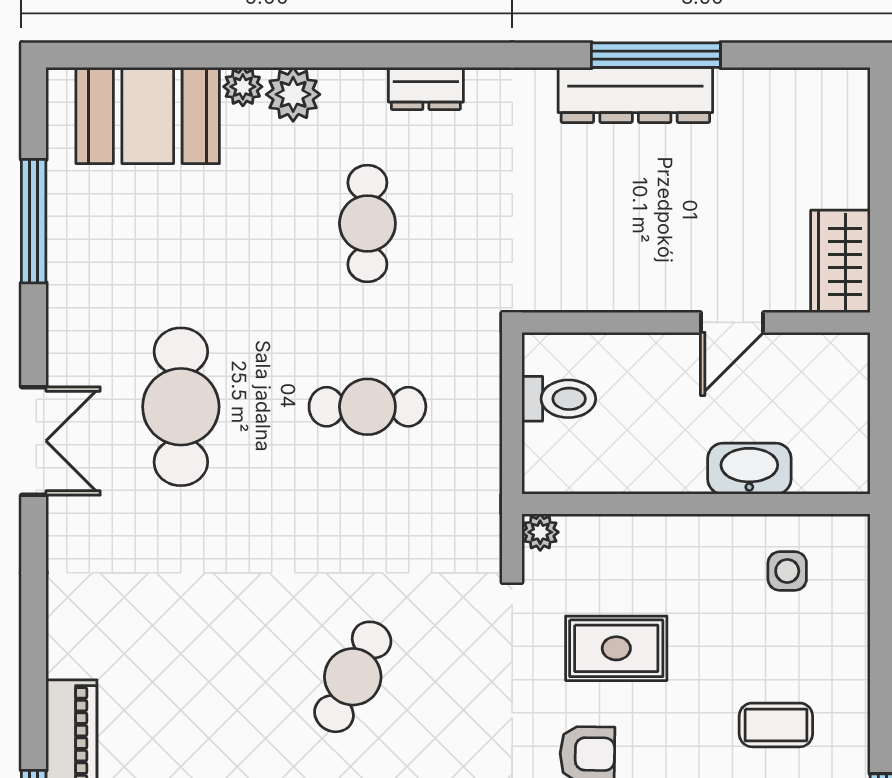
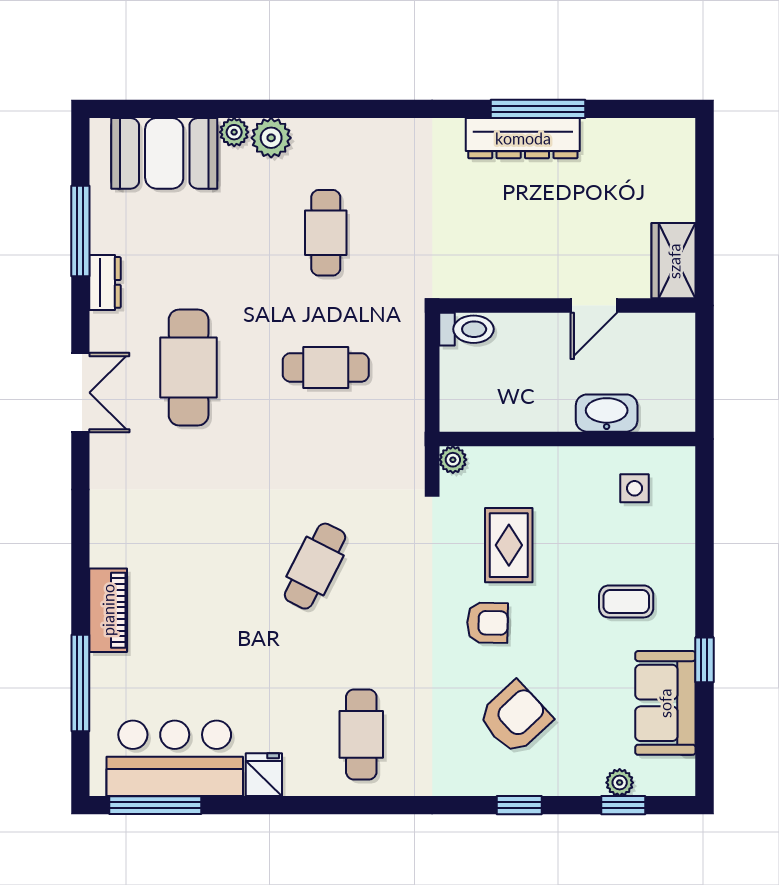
dresser: (426, 89) -> (105, 282), moved, turned -90
toilet: (559, 399) -> (466, 329), moved
rug: (616, 648) -> (509, 545), turned 90

